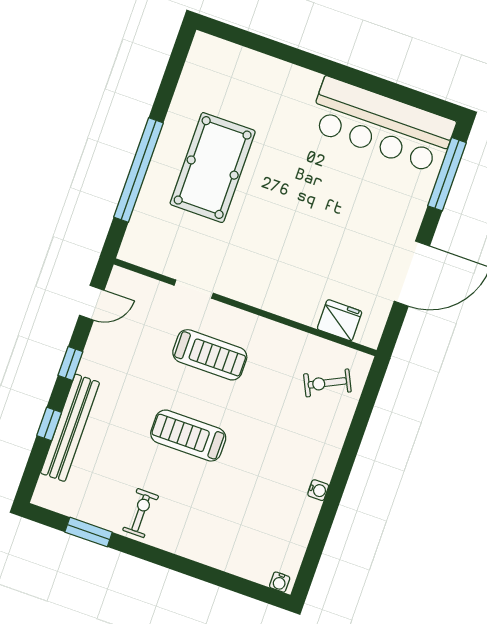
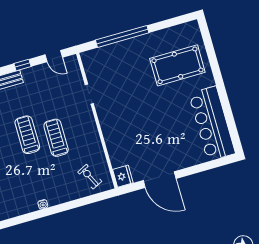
pool table: (213, 168) -> (177, 65), moved
window: (447, 174) -> (211, 165), removed
fridge: (340, 320) -> (123, 176), moved
treadmill: (210, 355) -> (56, 138), moved, turned 180

